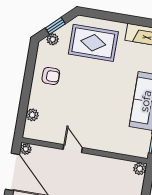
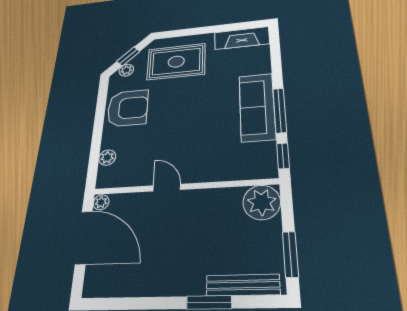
armchair: (51, 76) -> (128, 108), width x1.88, depth x1.88
plant: (140, 169) -> (262, 202), width x1.88, depth x1.88

